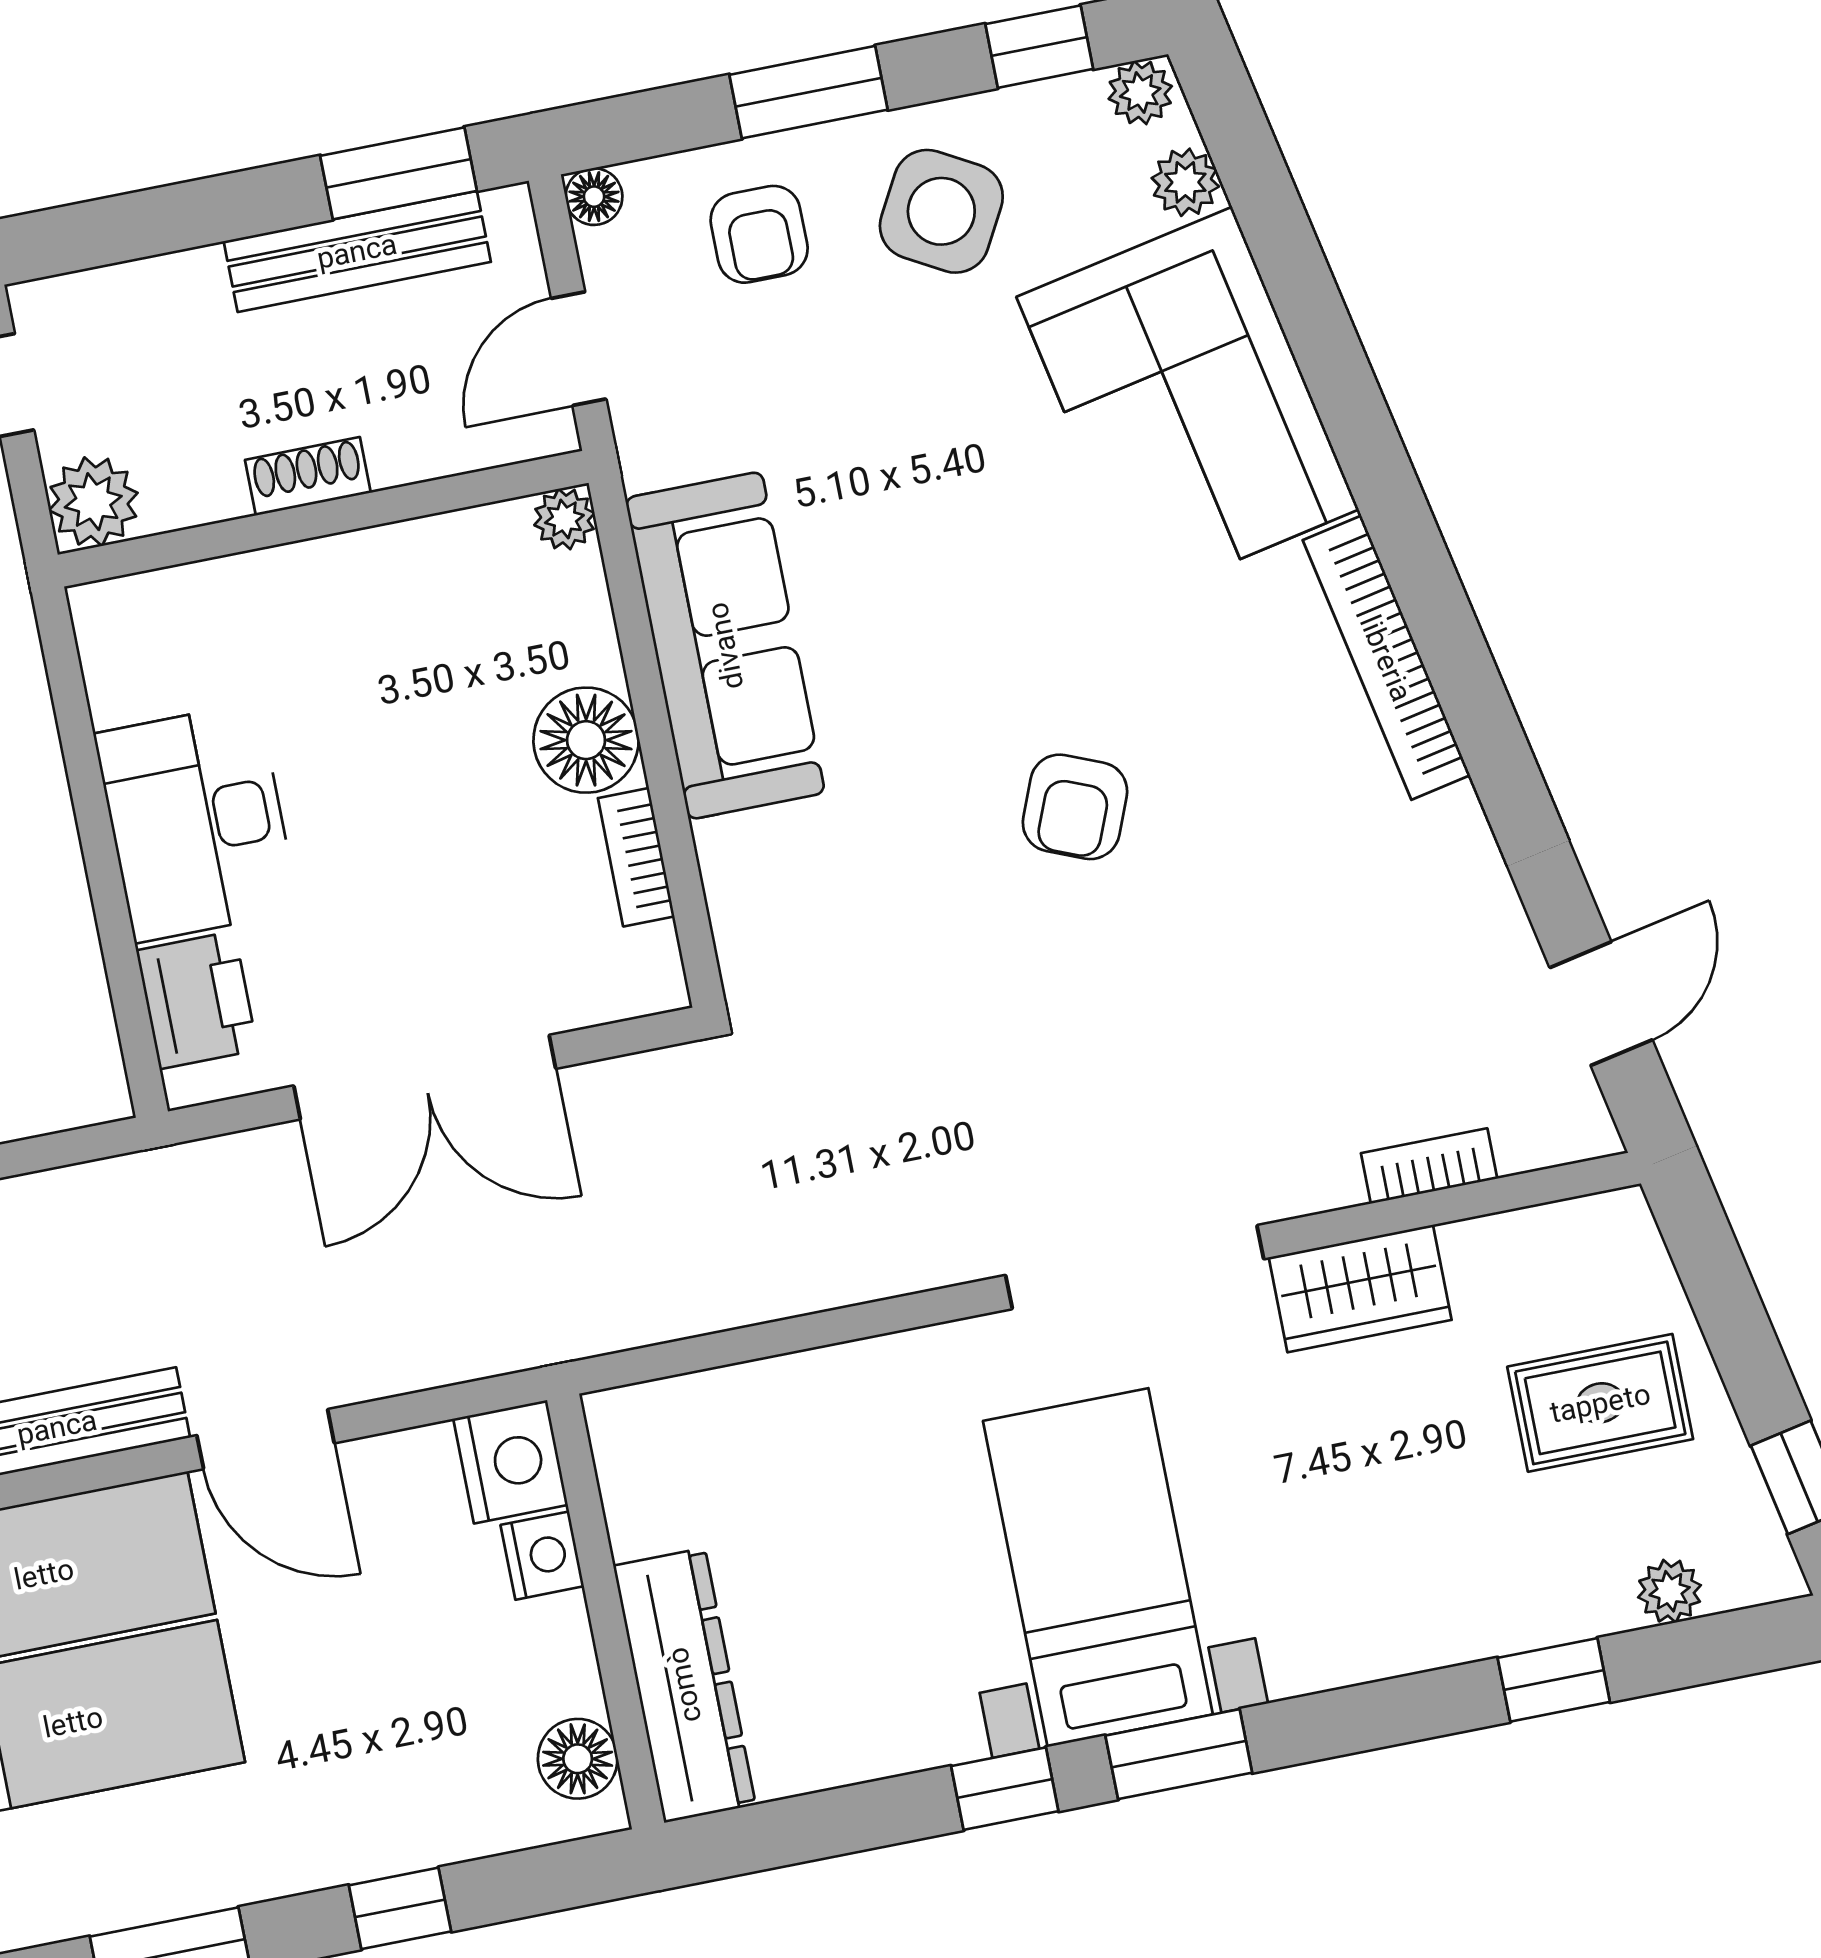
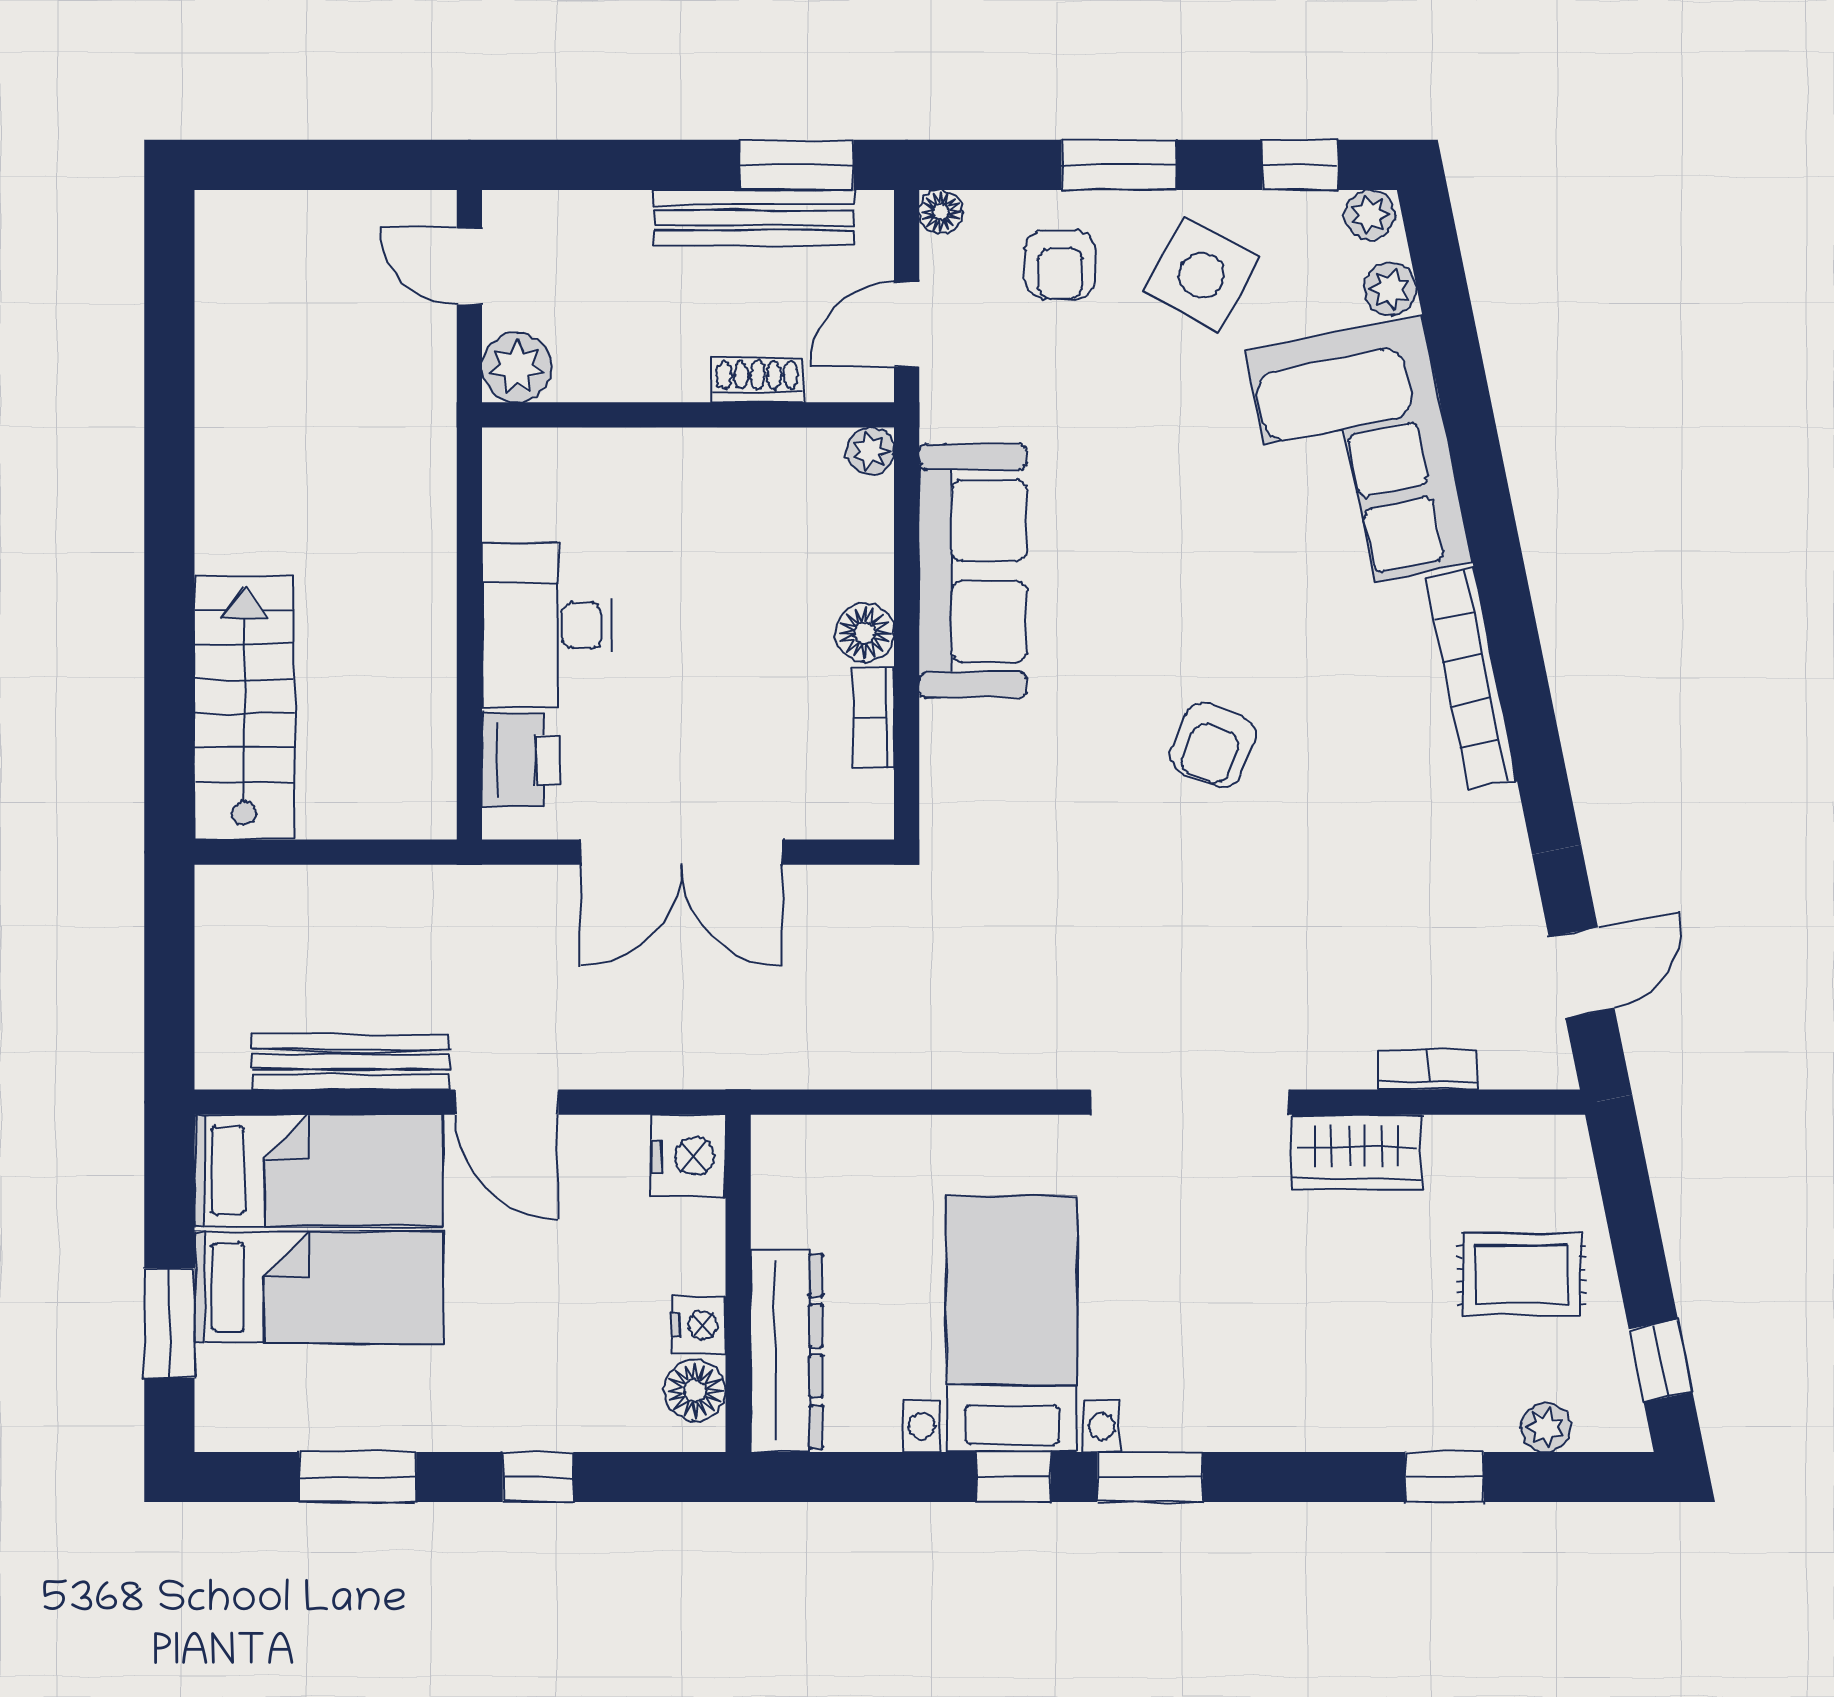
shoe rack: (308, 476) -> (758, 380), moved
floor lamp: (586, 740) -> (865, 633), width x0.73, depth x0.73
nightstand: (542, 1556) -> (698, 1325), moved
bed with nightstands: (1098, 1568) -> (1012, 1324), moved

